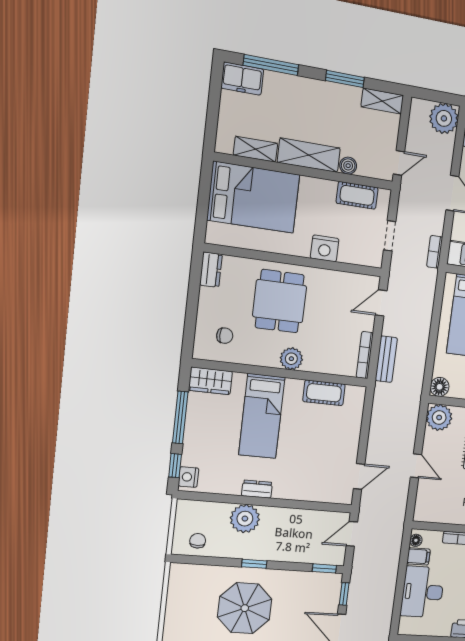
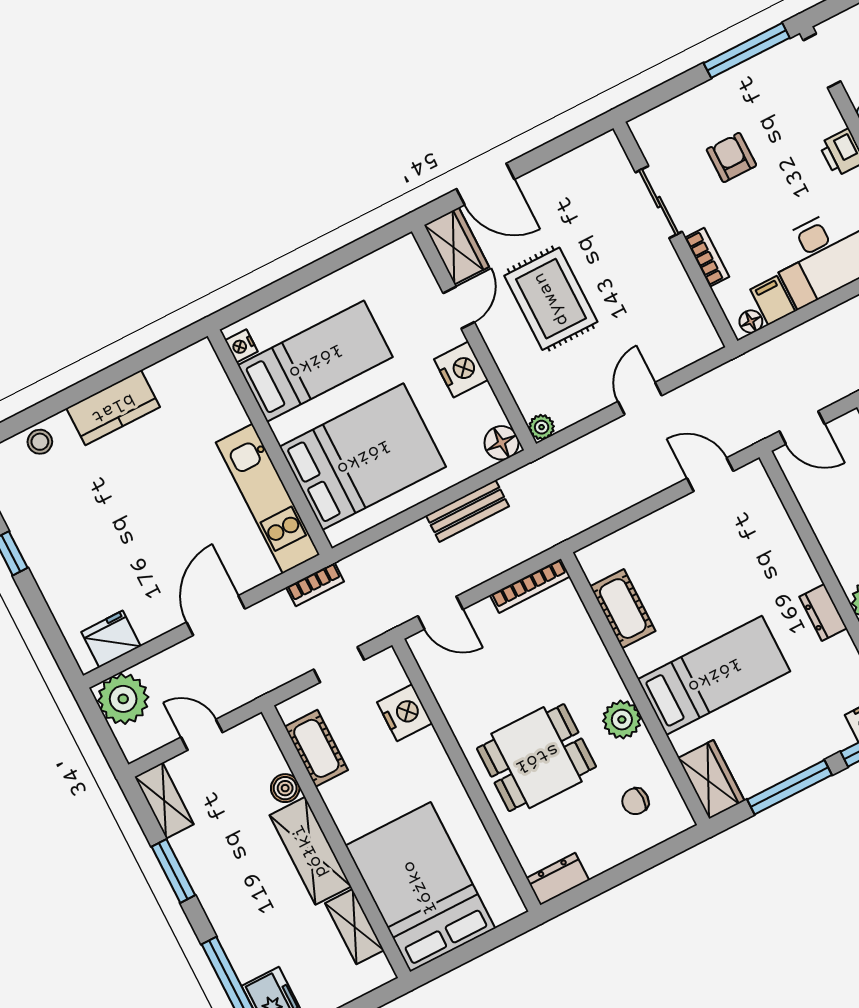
door: (399, 163) -> (202, 735), moved
nightstand: (325, 248) -> (405, 713), moved
chair: (225, 336) -> (635, 801), turned -90
plant: (291, 359) -> (622, 720), moved
bench: (386, 359) -> (467, 511), moved
plant: (439, 418) -> (542, 427), width x0.53, depth x0.53

